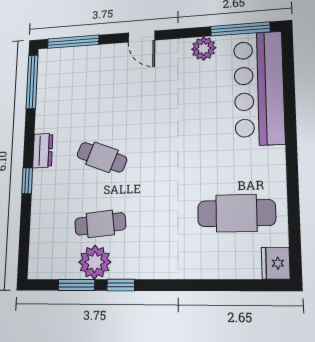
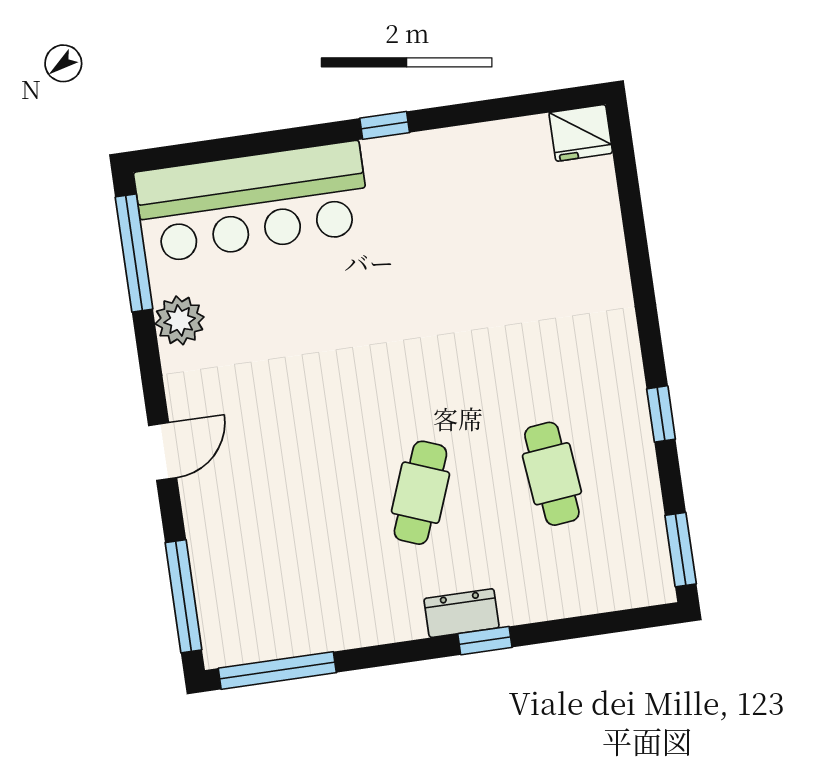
dresser: (43, 151) -> (462, 613), moved
window: (292, 159) -> (385, 125), added
cafe table: (236, 213) -> (499, 215), removed
plant: (95, 262) -> (626, 472), removed
window: (76, 285) -> (681, 550), moved

